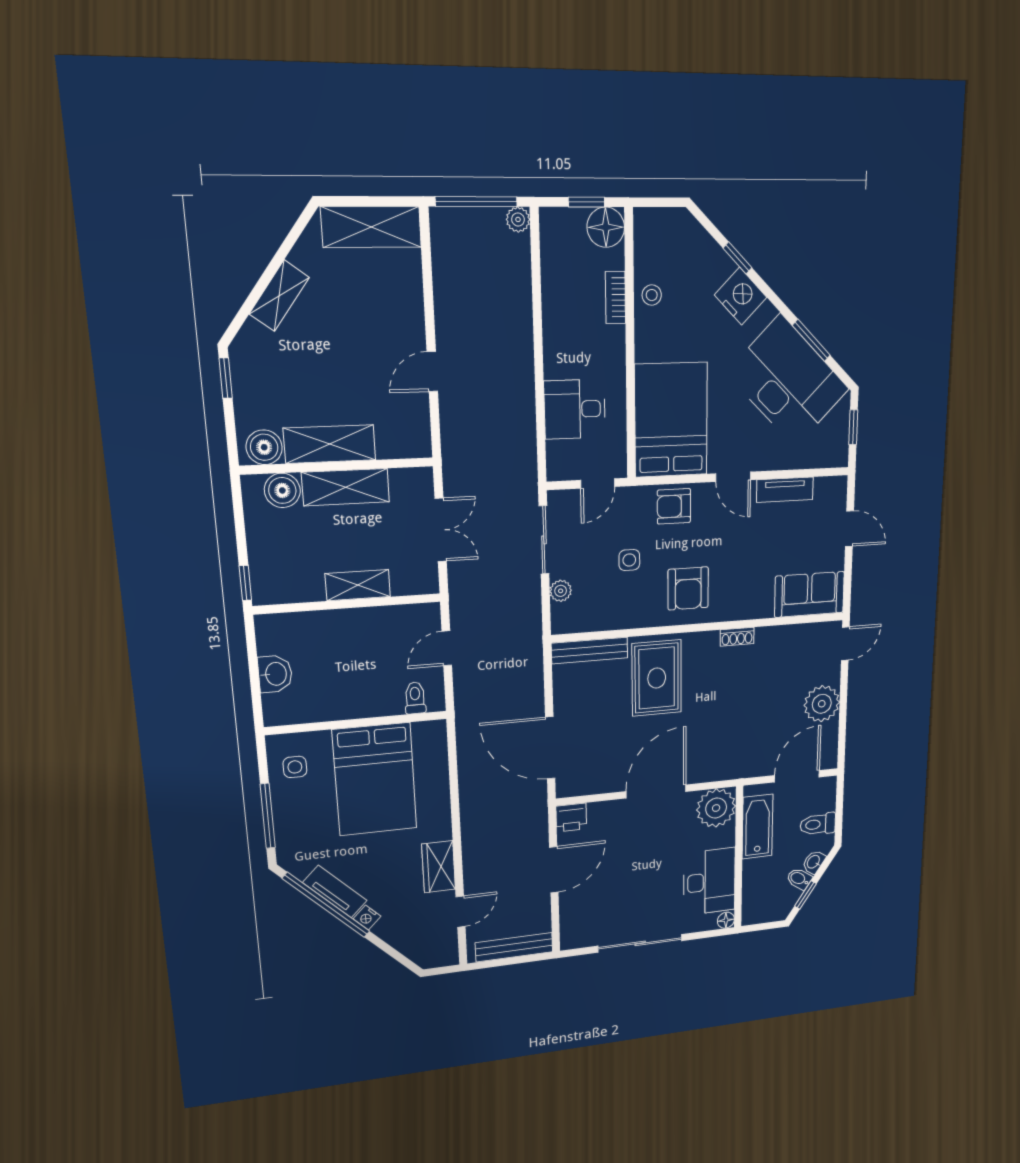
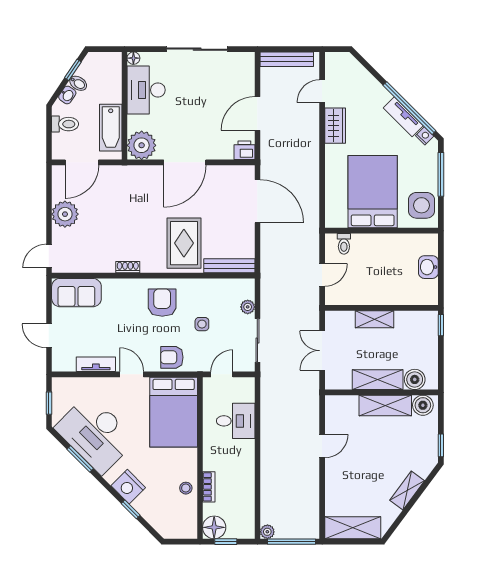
armchair: (674, 506) -> (172, 357), turned 180
side table: (295, 767) -> (421, 205), width x1.87, depth x1.87
nightstand: (367, 918) -> (425, 136), moved

